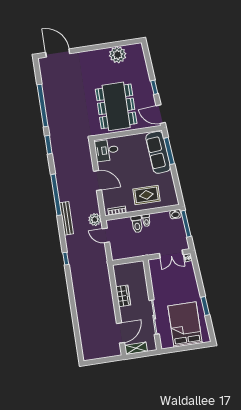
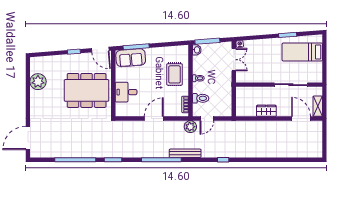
door: (161, 114) -> (100, 50), hinge flipped
desk: (107, 150) -> (126, 92), moved, turned 90
sofa: (158, 152) -> (131, 58), width x0.73
toilet: (137, 224) -> (201, 98), moved
bed: (185, 324) -> (302, 52), width x0.67

